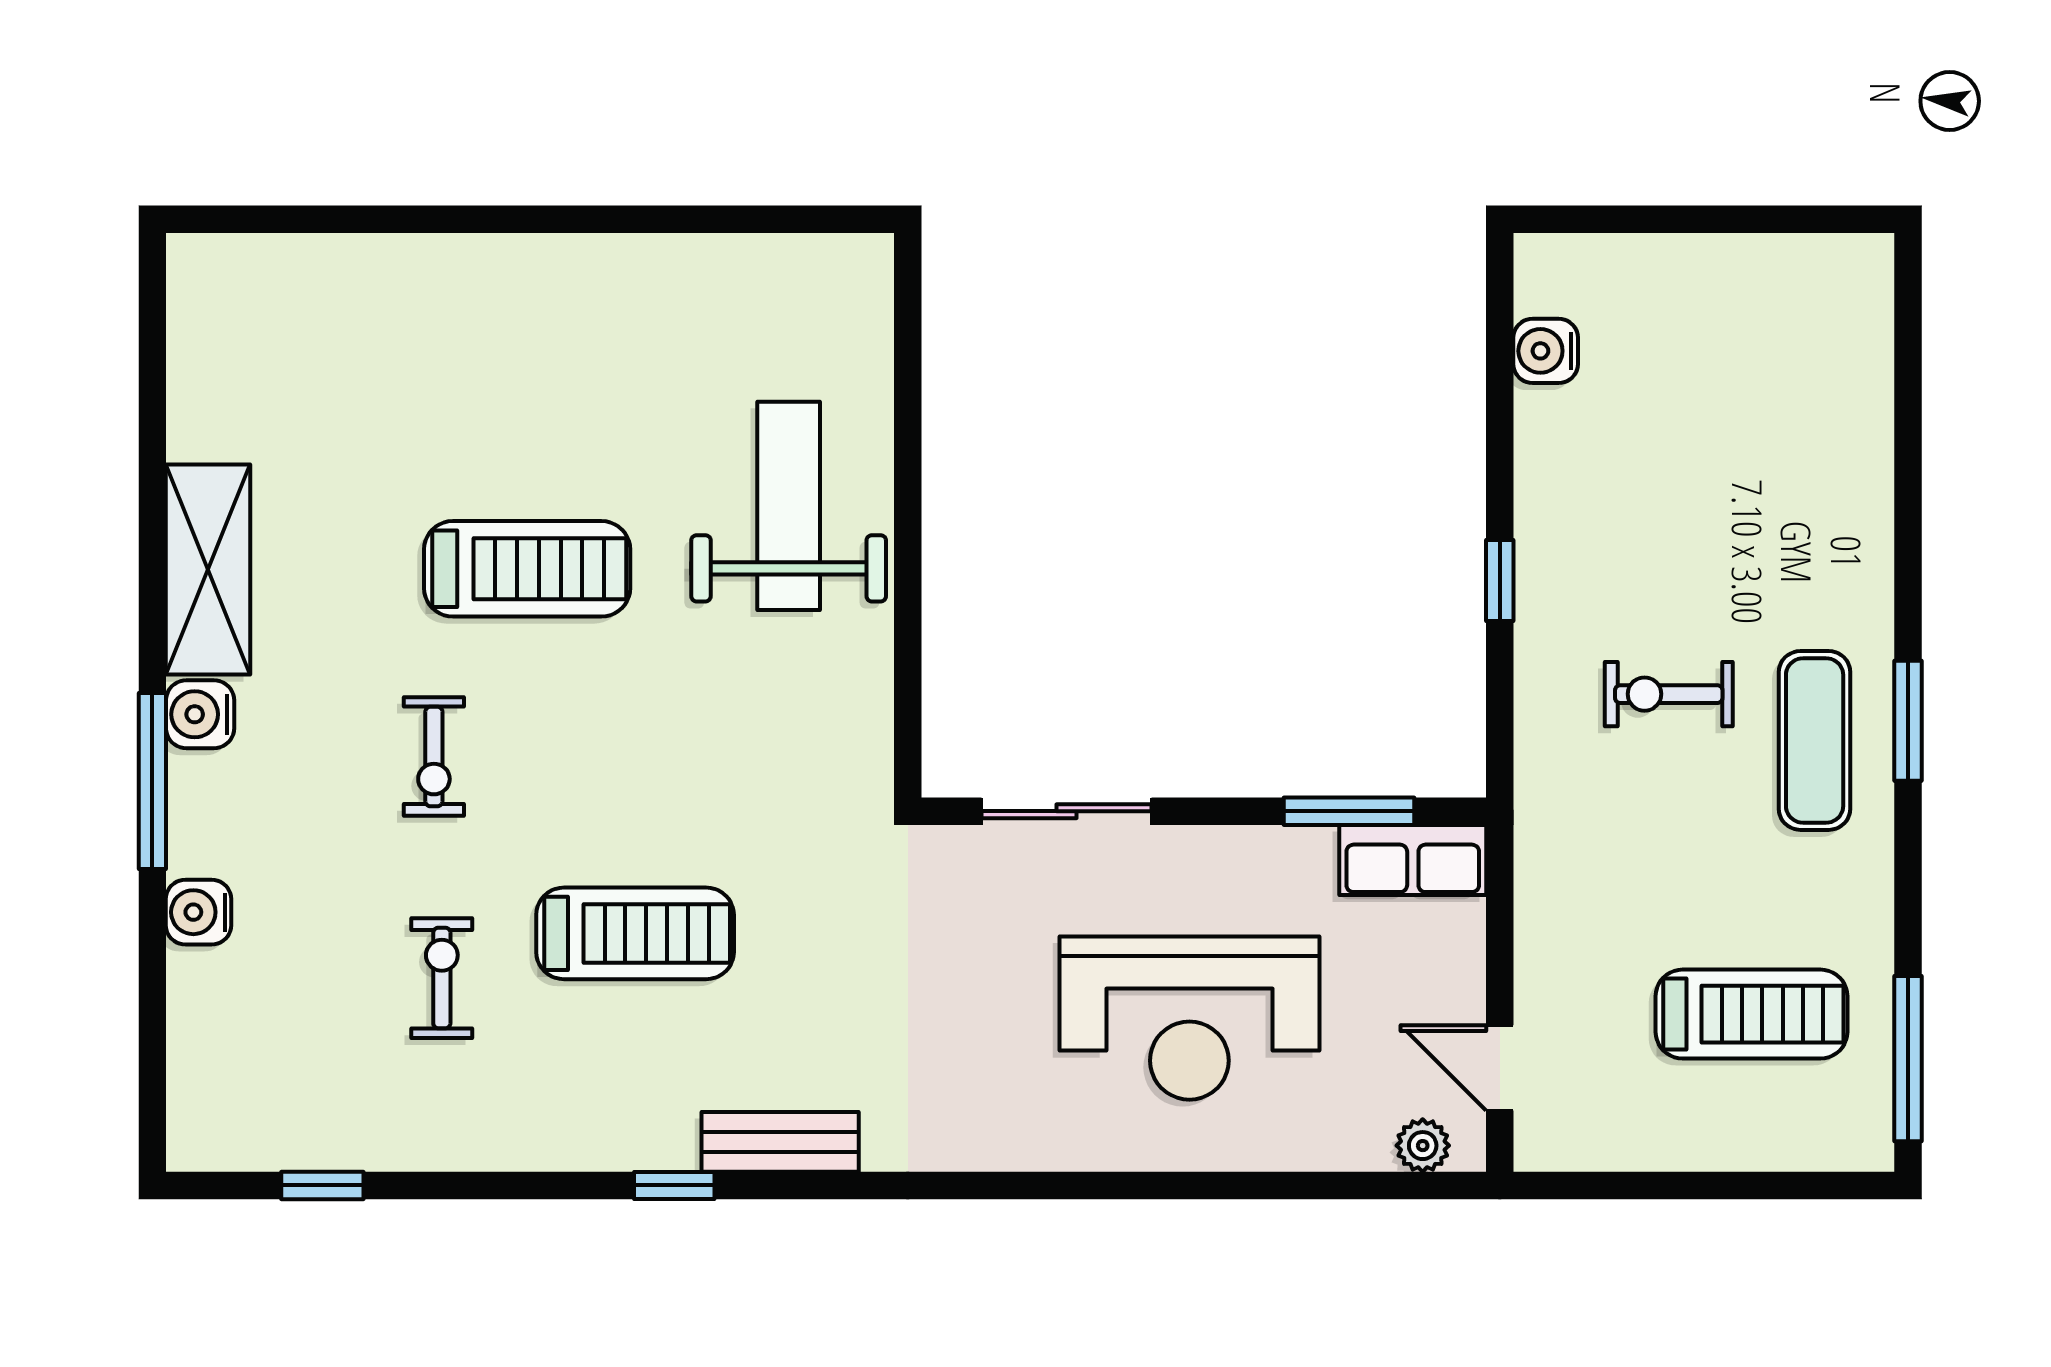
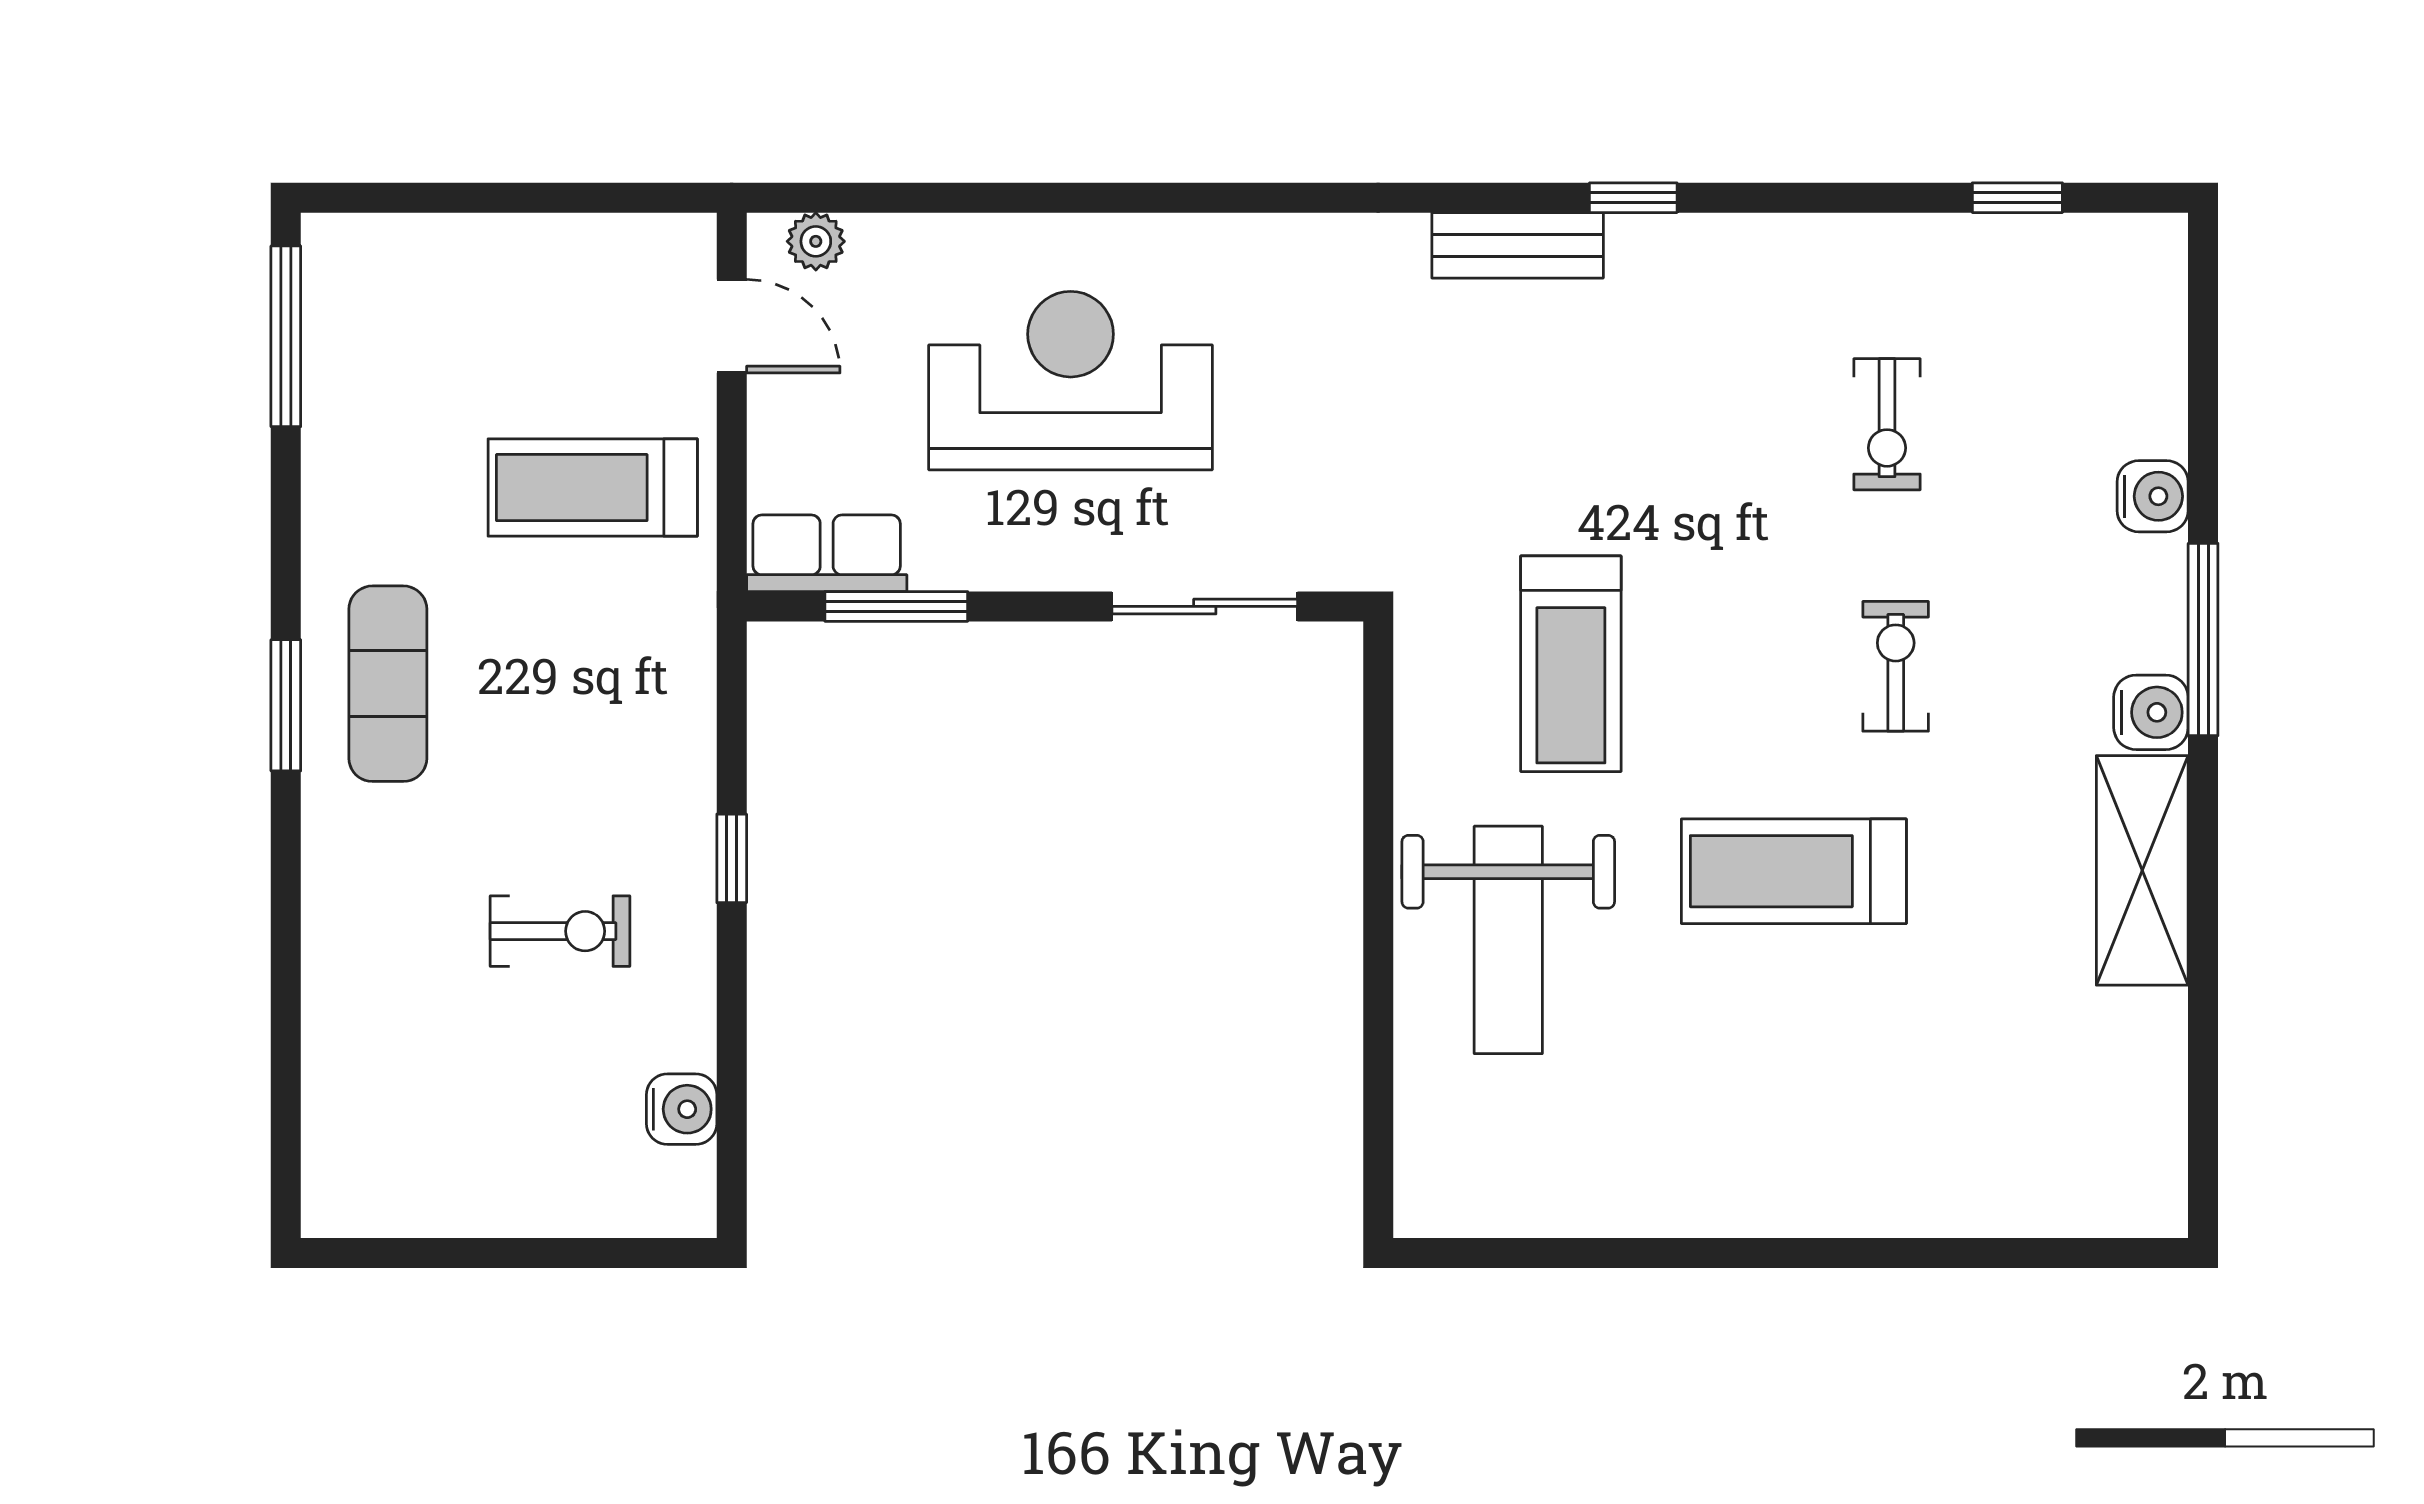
exercise bike: (1669, 694) -> (560, 931), moved
treadmill: (635, 933) -> (1571, 664), moved, turned -90
treadmill: (1751, 1014) -> (593, 488), moved

